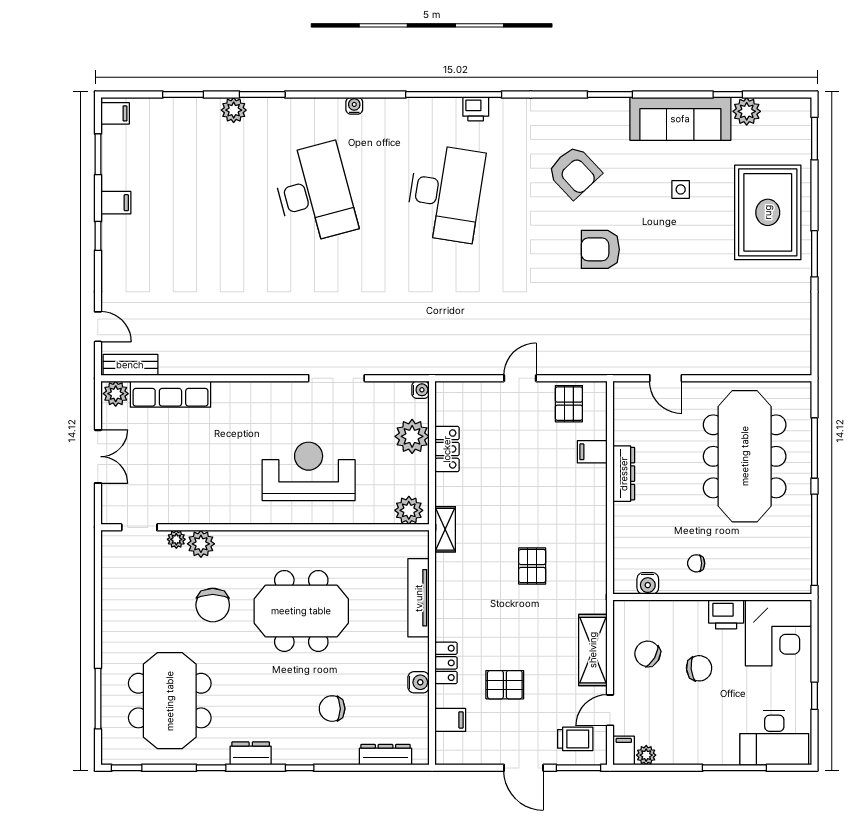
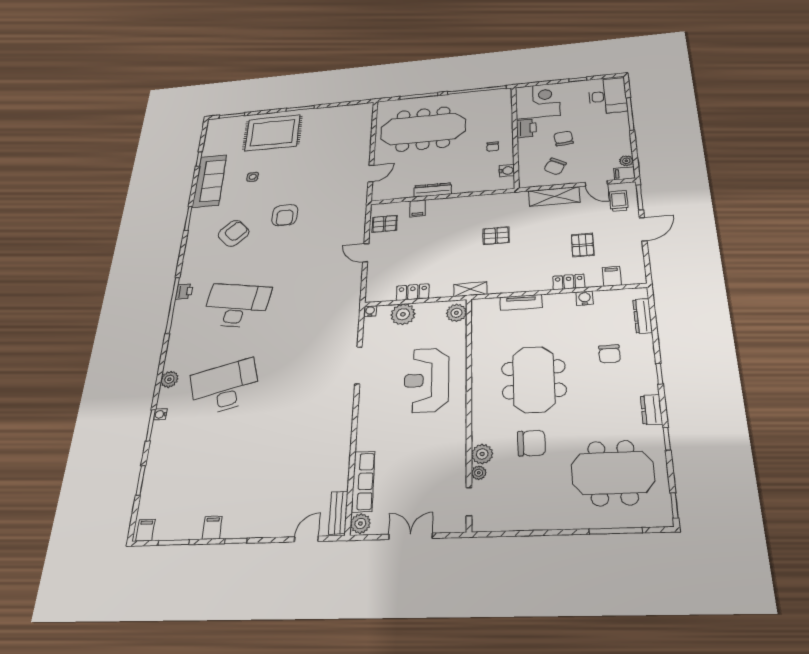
water cooler: (354, 106) -> (160, 414), moved
plant: (234, 110) -> (169, 379), moved
plant: (747, 111) -> (211, 149), removed
tv unit: (419, 598) -> (521, 302), width x0.71

